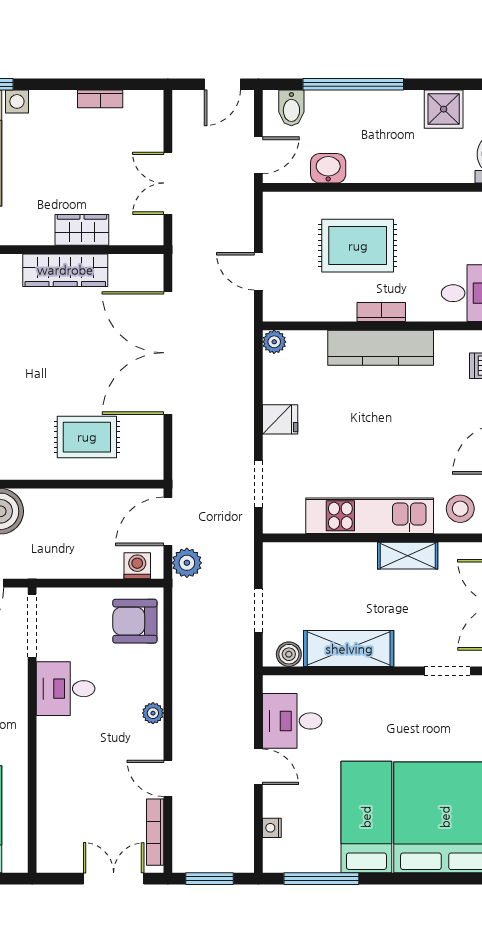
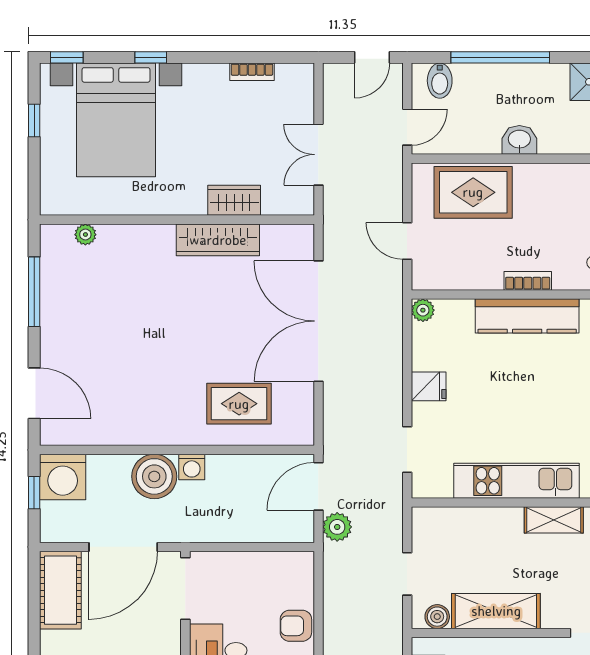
washbasin: (328, 168) -> (519, 140), moved
rug: (358, 246) -> (473, 192), moved
washing machine: (137, 566) -> (192, 467), moved, turned 180
armchair: (135, 621) -> (296, 626), moved, width x0.72, depth x0.72

